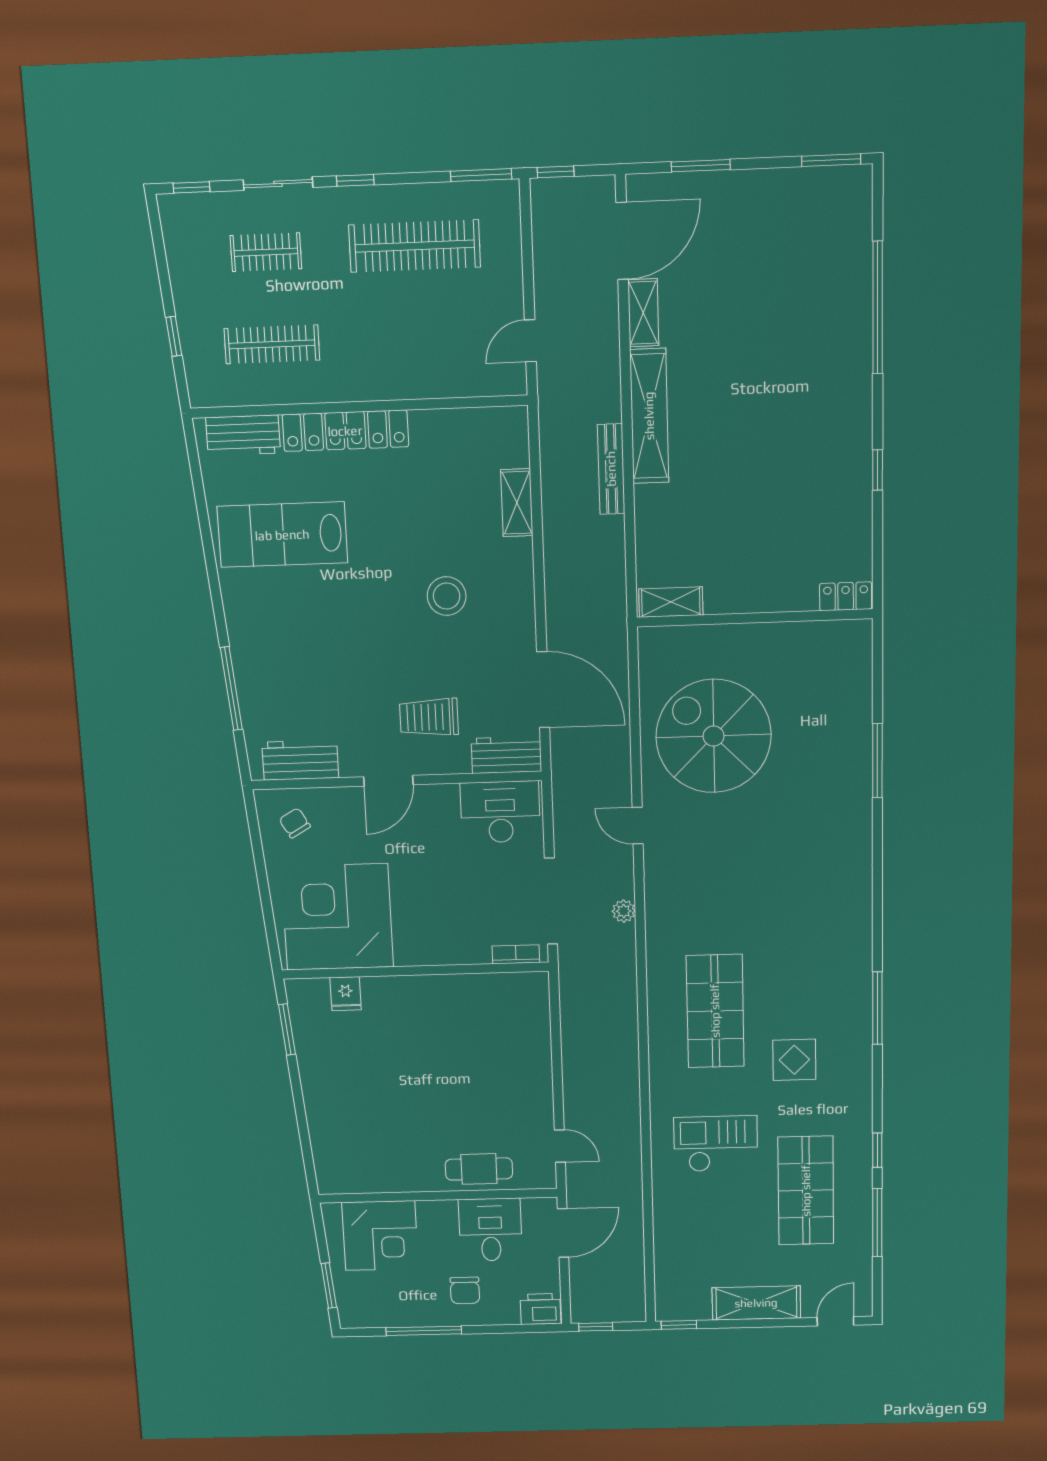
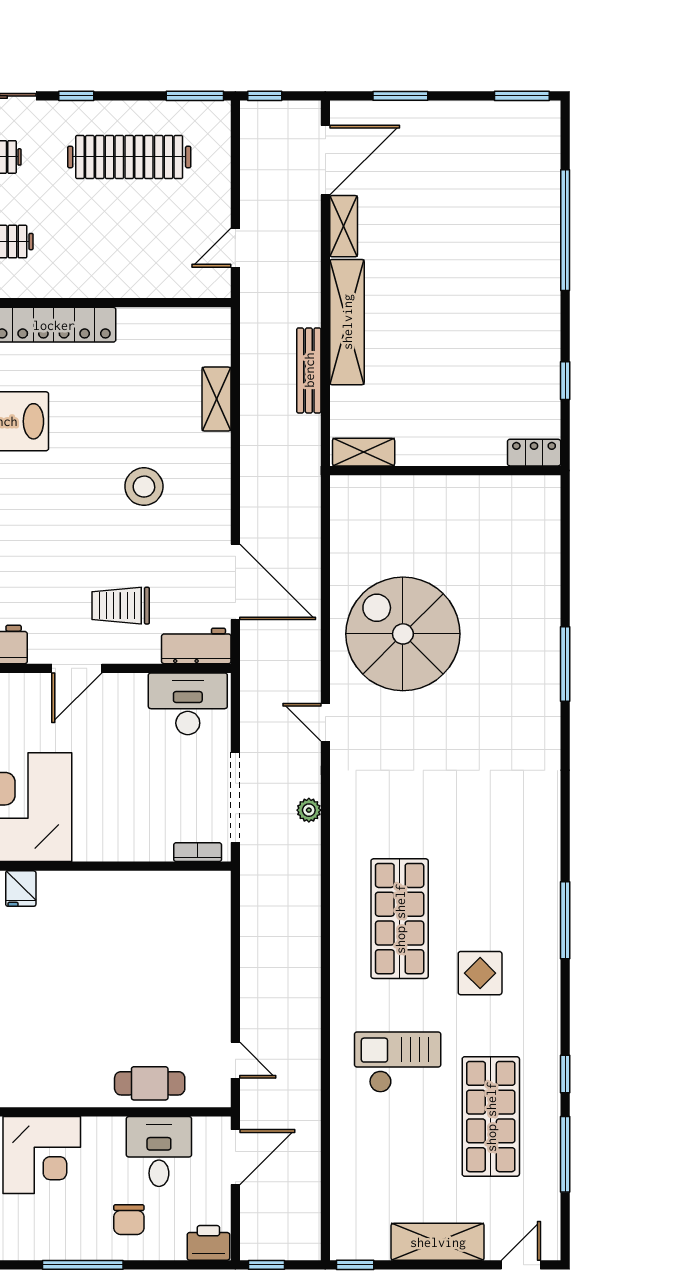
locker: (846, 596) -> (534, 453), moved
shelving: (671, 602) -> (364, 452), moved
wall: (755, 618) -> (445, 471), moved

